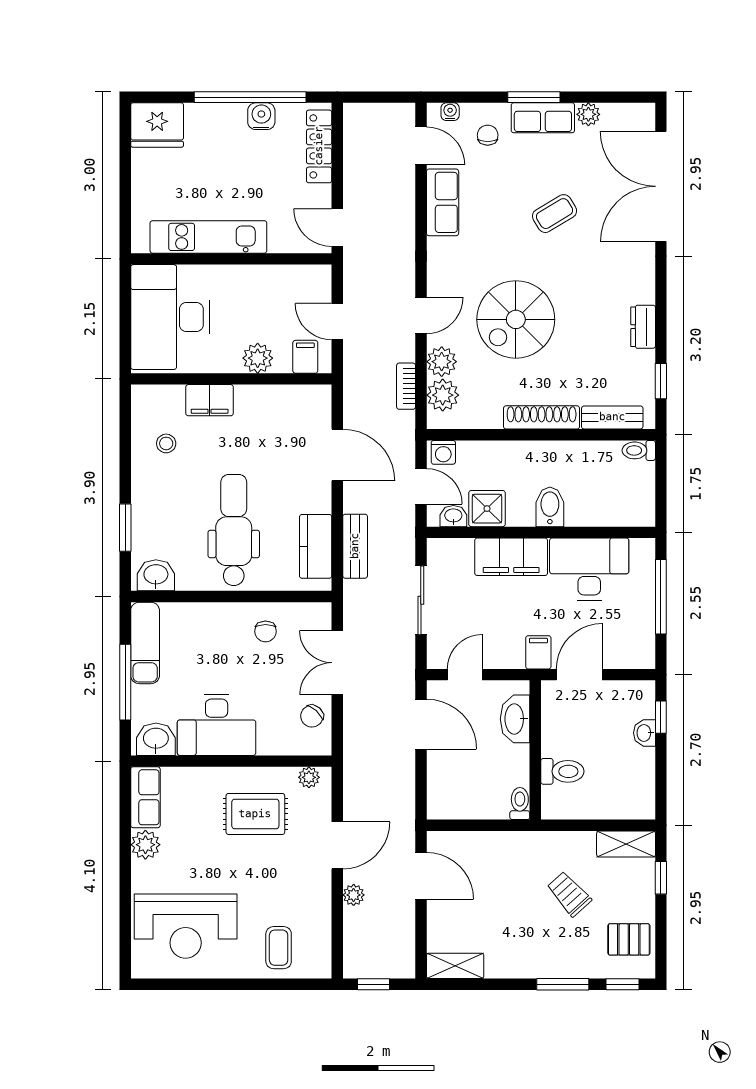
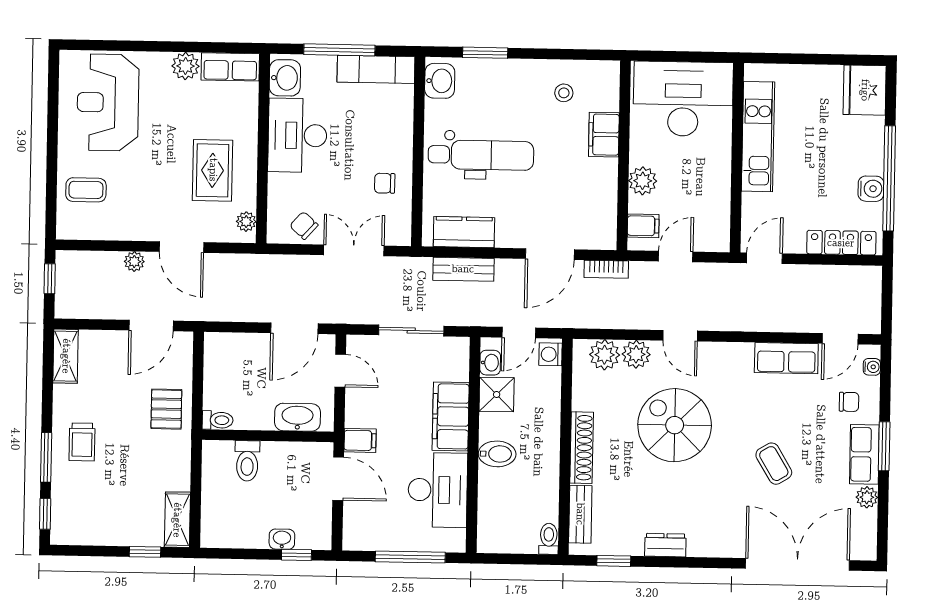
bookcase: (406, 386) -> (606, 269), moved, turned 180
trolley: (569, 894) -> (82, 442), moved, turned 132
pallet: (629, 939) -> (166, 409), moved

